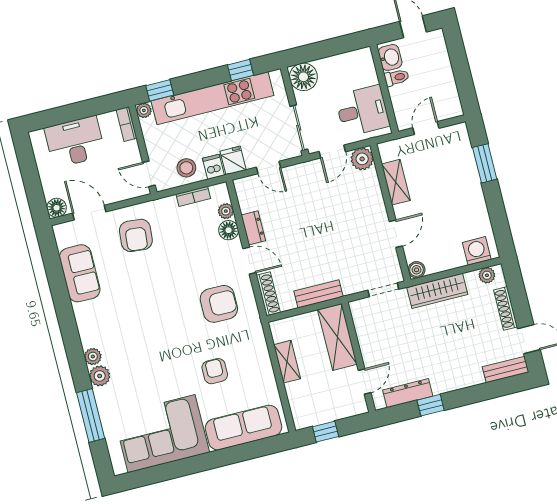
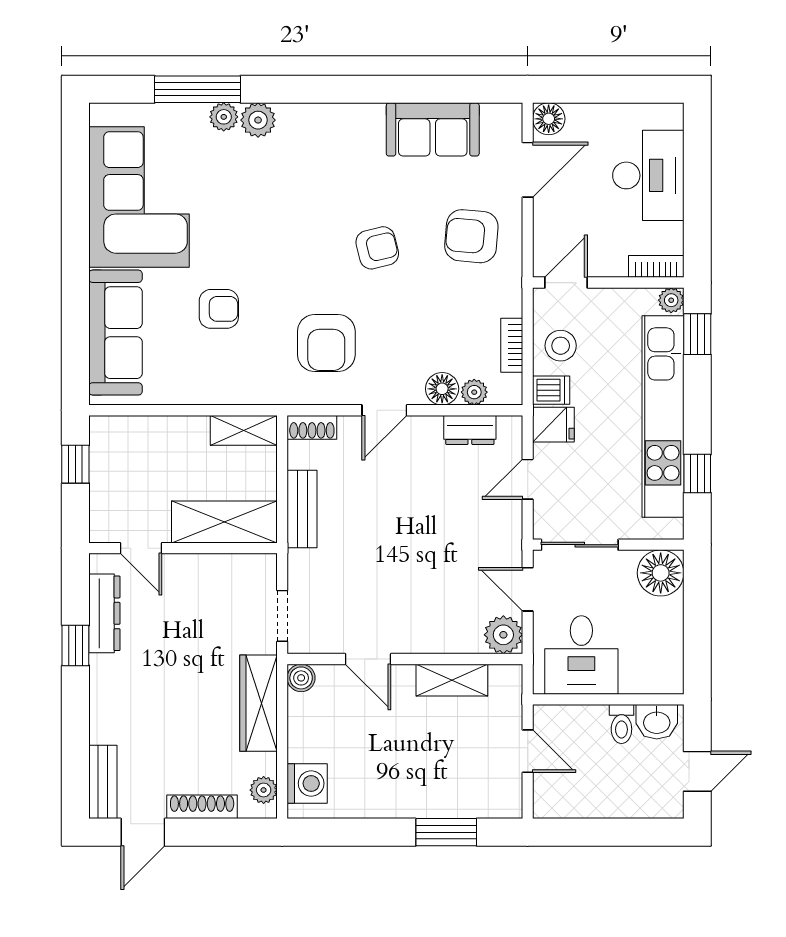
dresser: (253, 228) -> (470, 430), moved
armchair: (156, 288) -> (377, 248), added
shoe rack: (268, 294) -> (312, 427), width x0.70
plant: (93, 356) -> (224, 117), moved
shelving: (287, 362) -> (244, 430), moved

